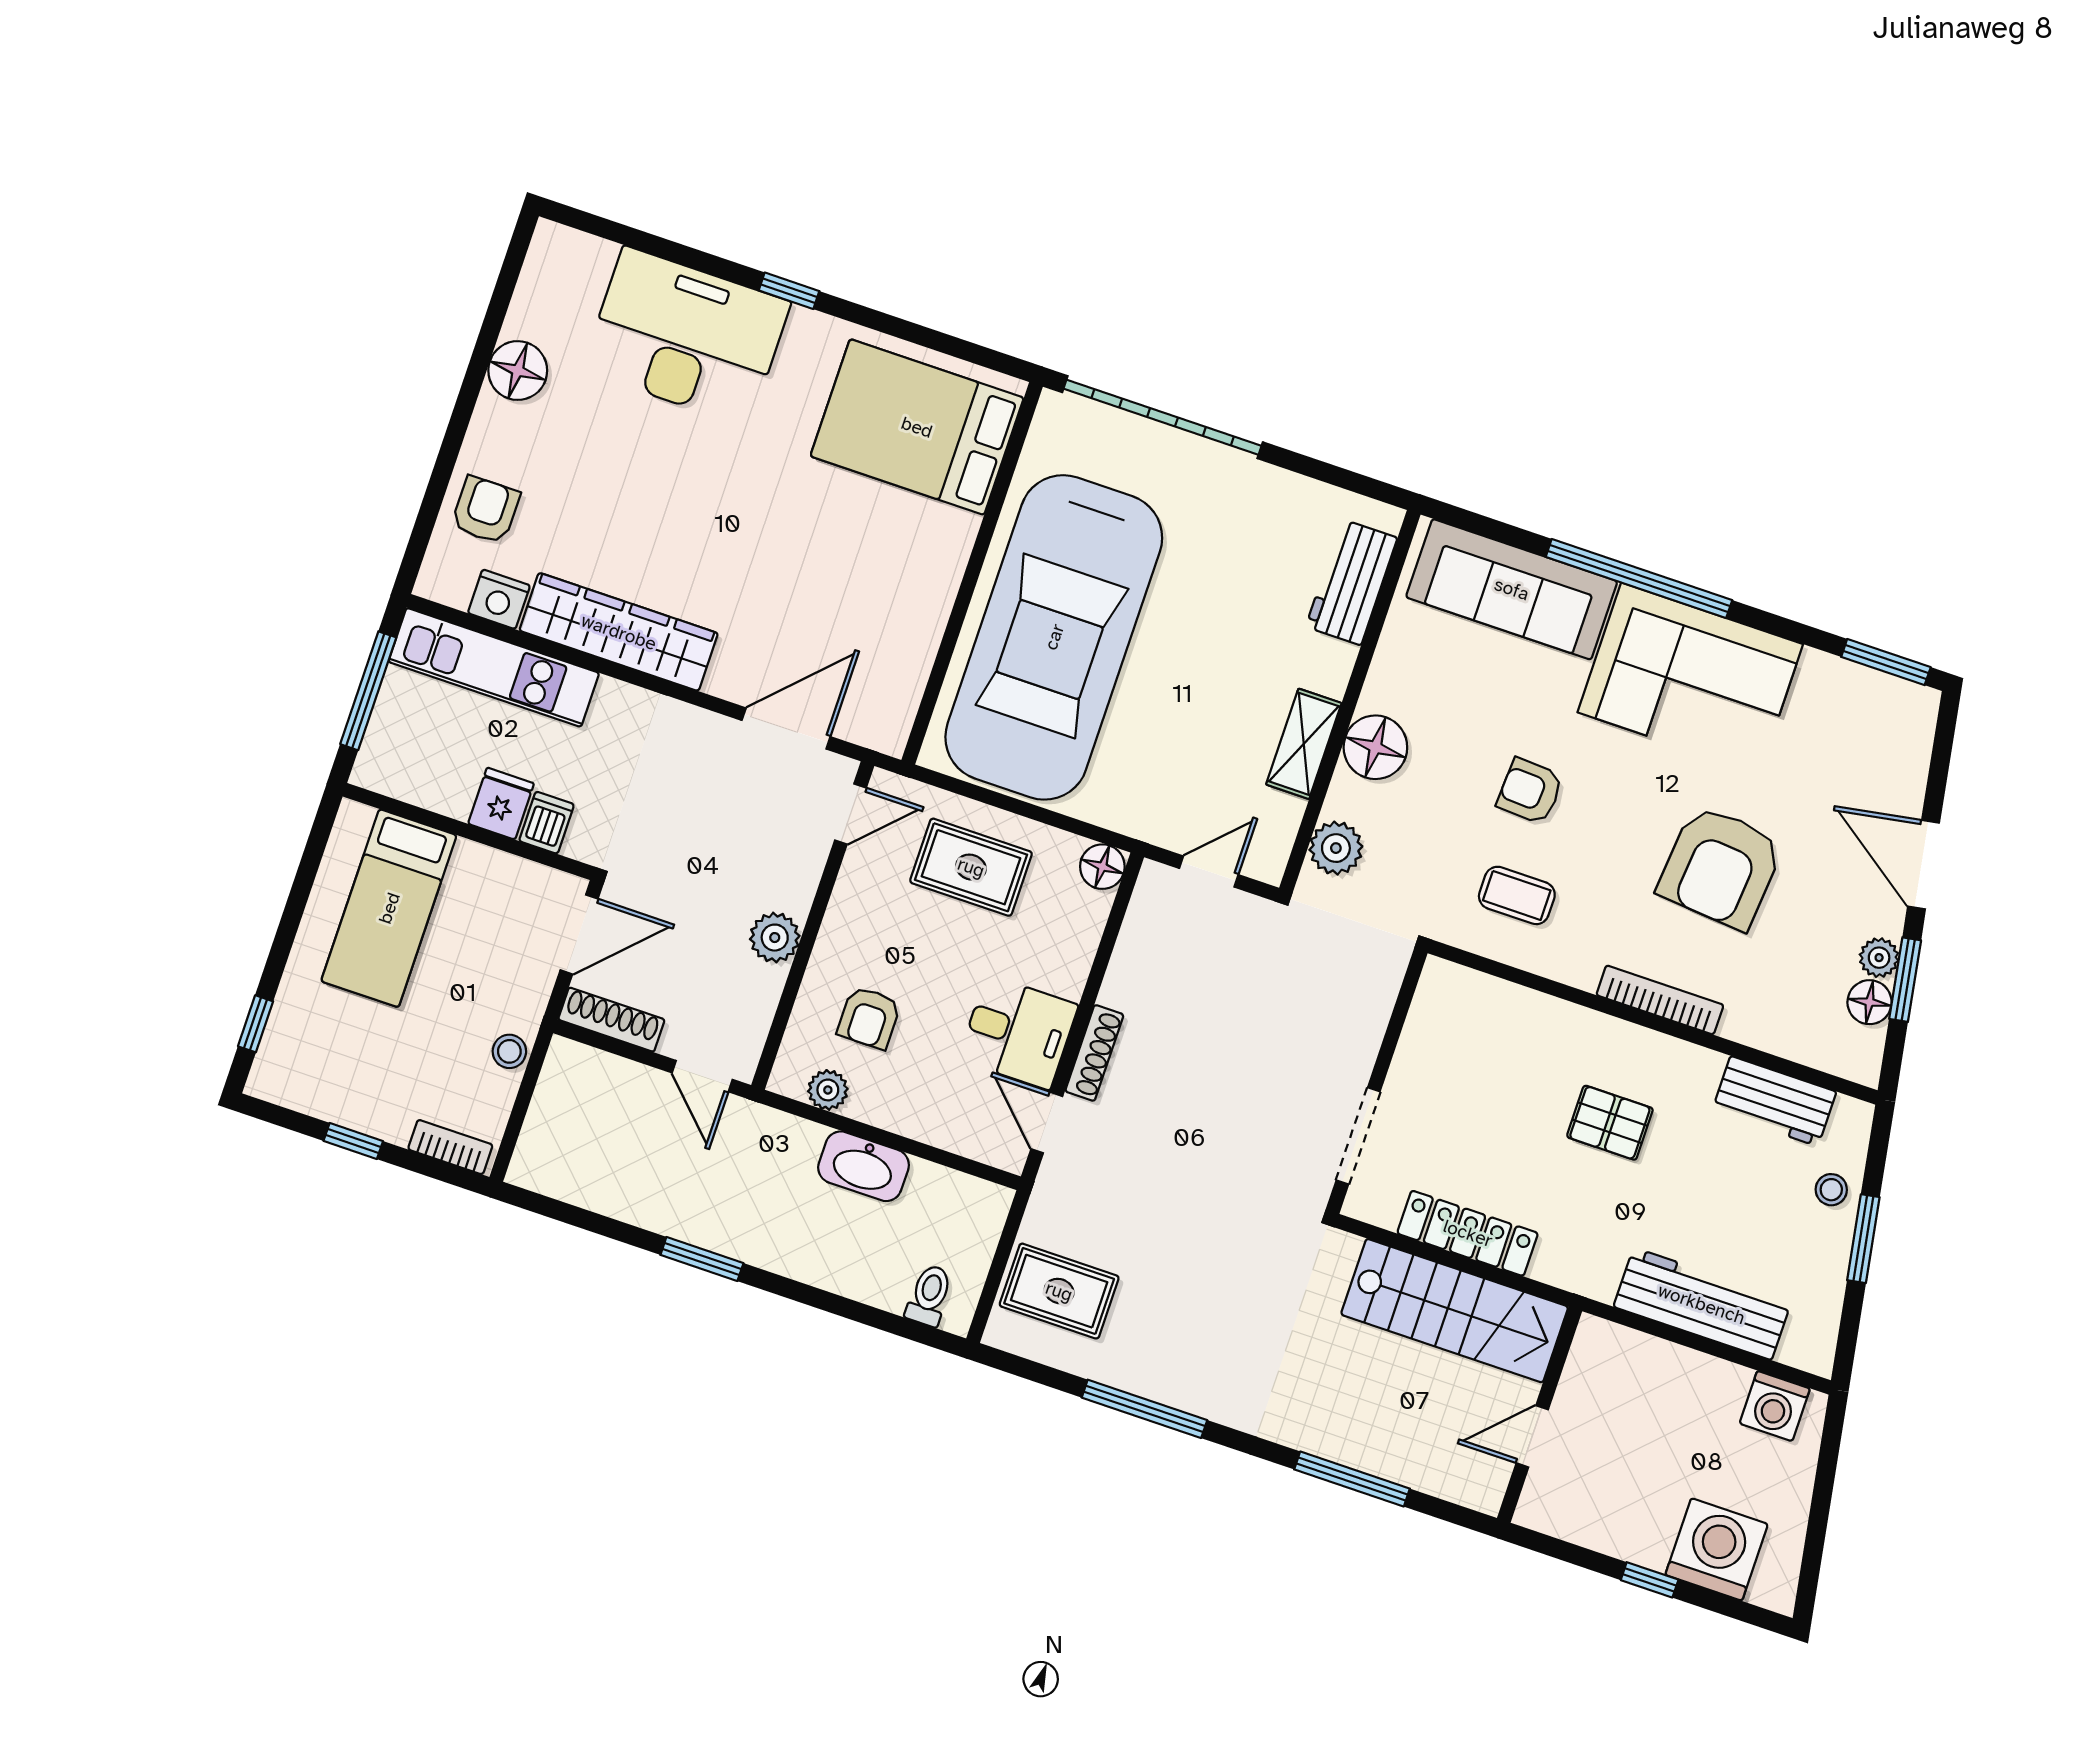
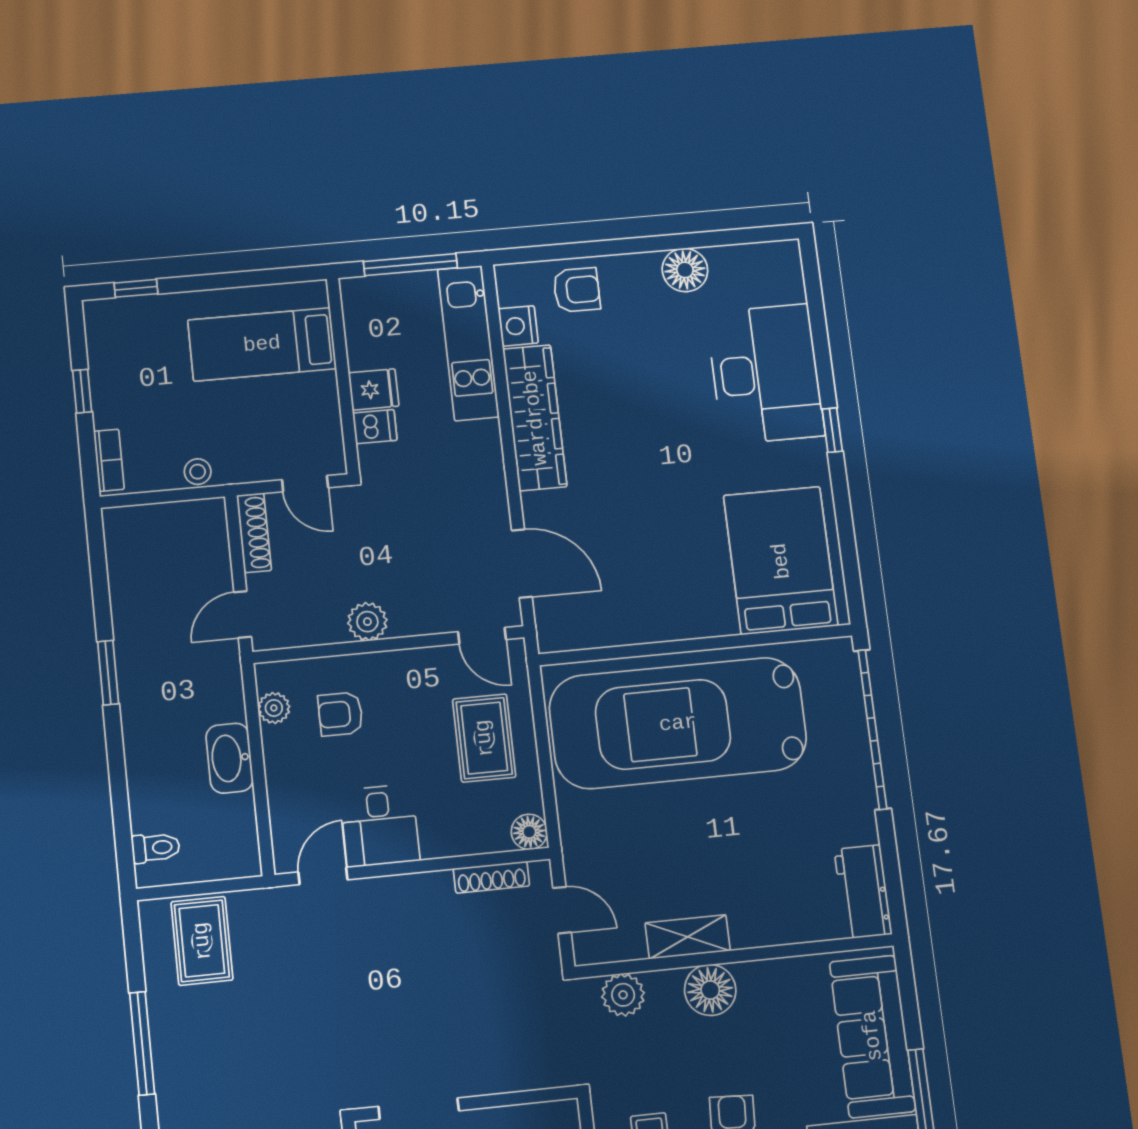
workbench: (1352, 582) -> (863, 892), moved, turned -90
door: (579, 934) -> (305, 484), width x0.73
shoe rack: (1094, 1053) -> (491, 877), moved

